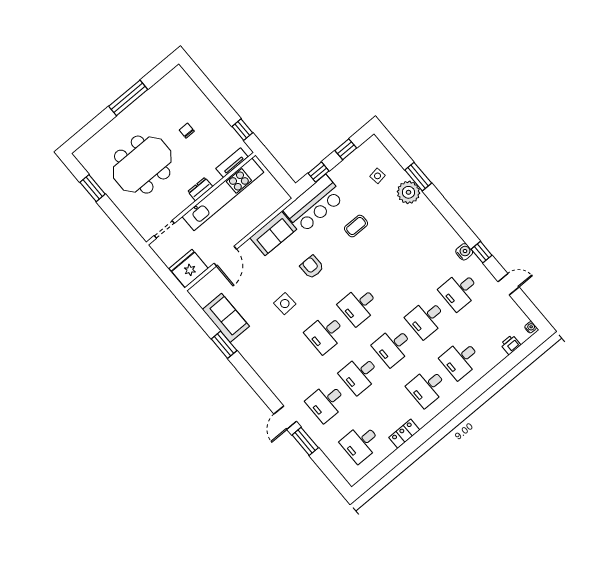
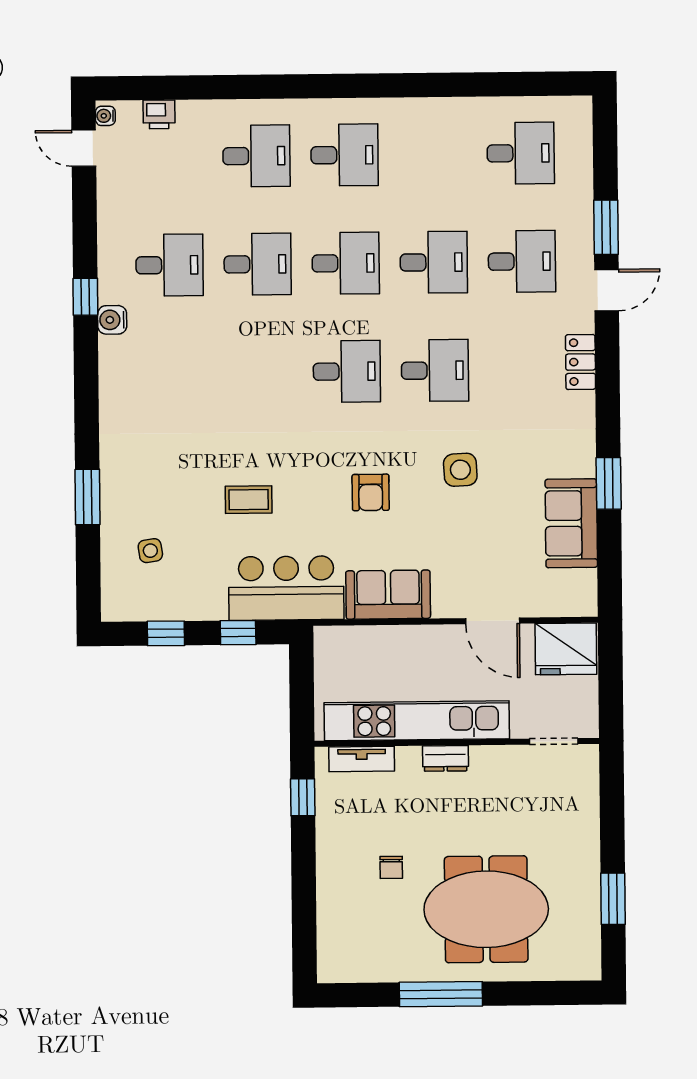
meeting table: (142, 165) -> (486, 909), moved
plant: (409, 192) -> (123, 485), removed
door: (225, 256) -> (493, 621), swing flipped
door: (508, 284) -> (84, 148), moved
locker: (404, 434) -> (581, 362), moved, turned 90

